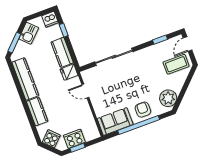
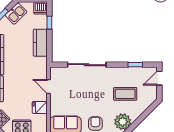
coffee table: (176, 64) -> (125, 94), moved
fridge: (69, 72) -> (40, 107), moved

